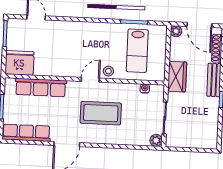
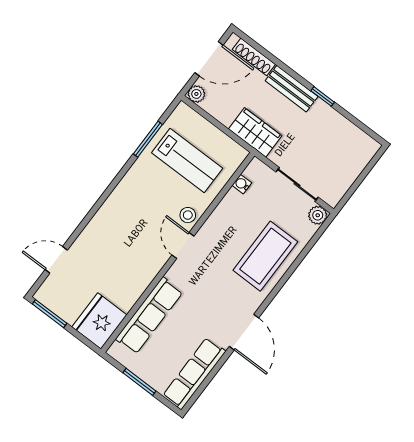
coffee table: (101, 113) -> (265, 256), moved

